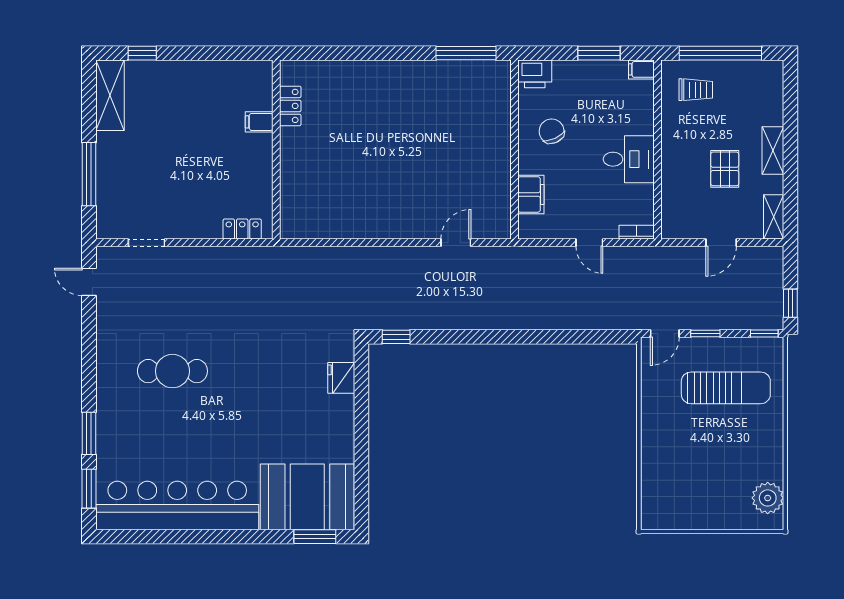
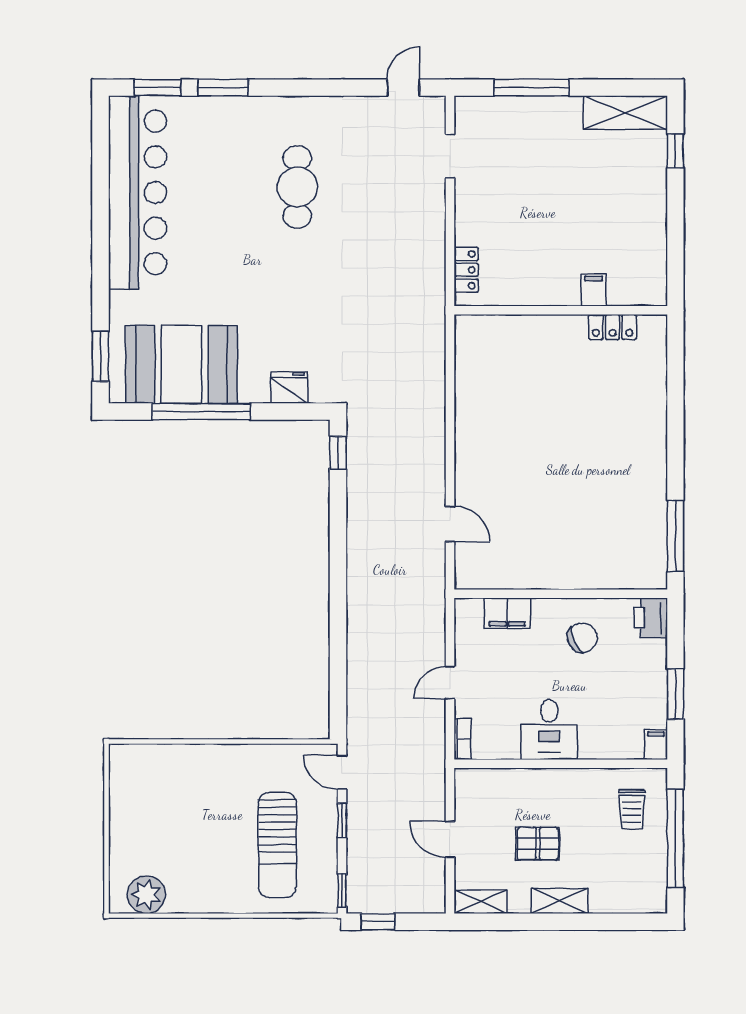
window: (361, 452) -> (201, 412), added
booth: (307, 497) -> (181, 364), moved, turned 90

